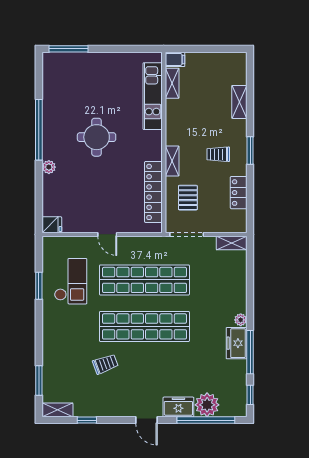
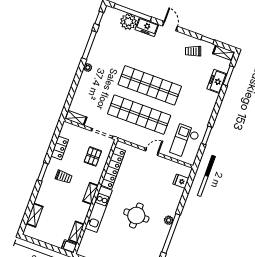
kitchen unit: (153, 96) -> (99, 209), moved
shelving: (239, 102) -> (35, 215), moved
shelving: (172, 161) -> (91, 193), moved
plant: (49, 167) -> (169, 220), moved
fridge: (52, 225) -> (181, 181), moved
door: (107, 234) -> (152, 152), hinge flipped
checkout: (71, 281) -> (185, 142), moved
freezer: (237, 343) -> (217, 81), moved, turned 180
trolley: (105, 364) -> (193, 51), moved

